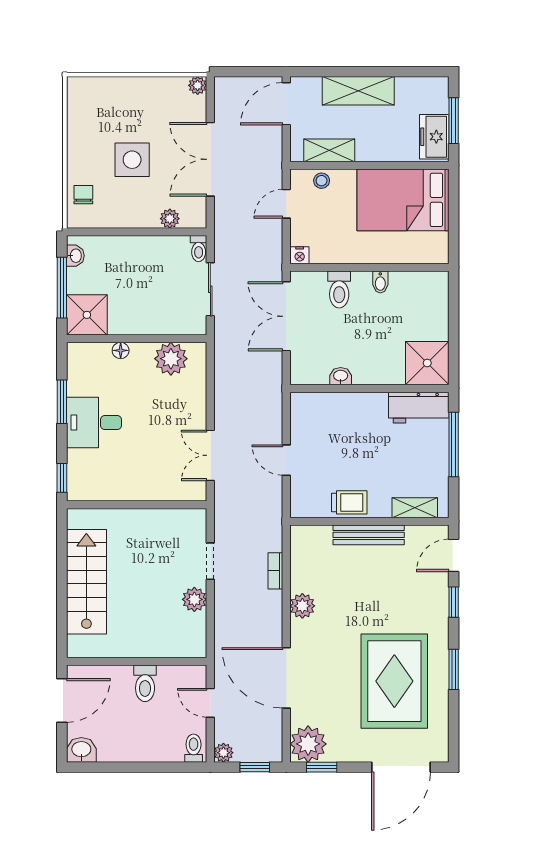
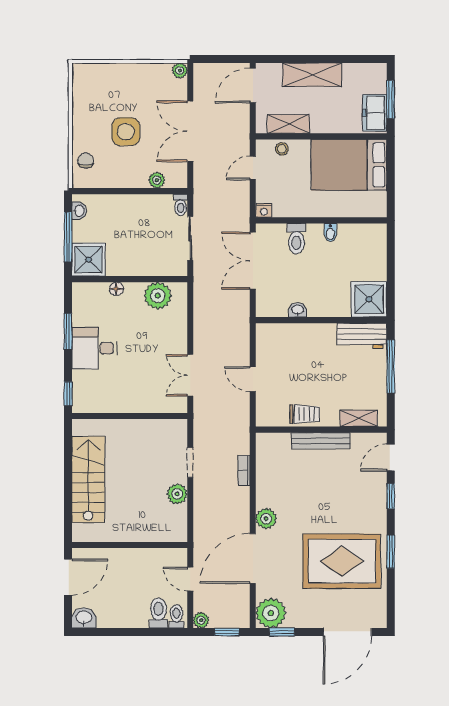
plant: (302, 606) -> (266, 519), moved
door: (286, 678) -> (253, 559), hinge flipped
rug: (394, 681) -> (342, 561), turned 90
toilet: (145, 683) -> (158, 613), moved, turned 180

